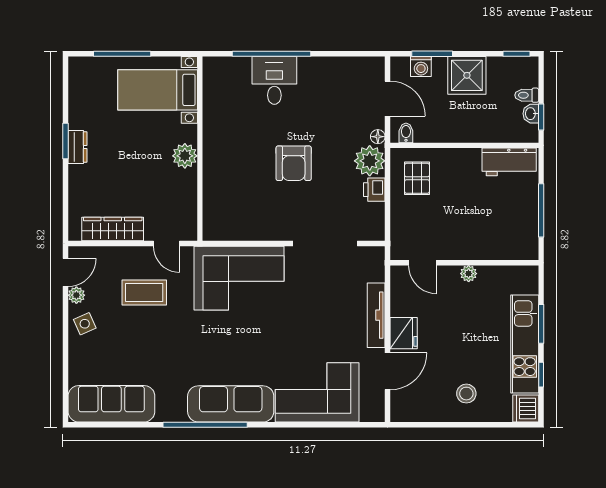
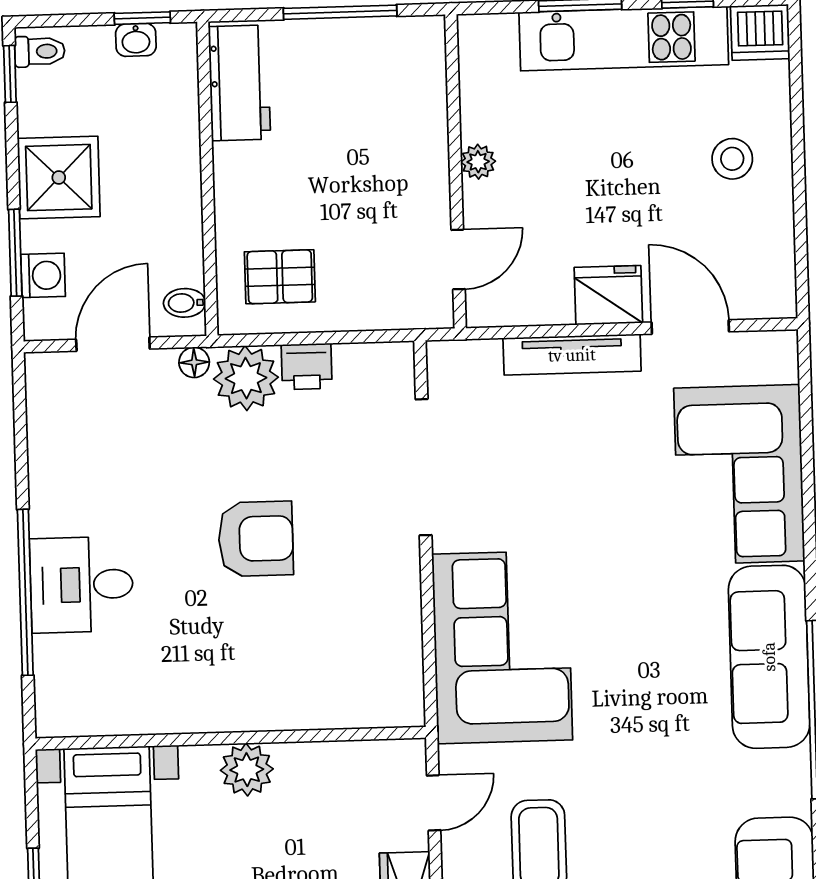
toilet: (527, 95) -> (40, 51), moved, turned -90

